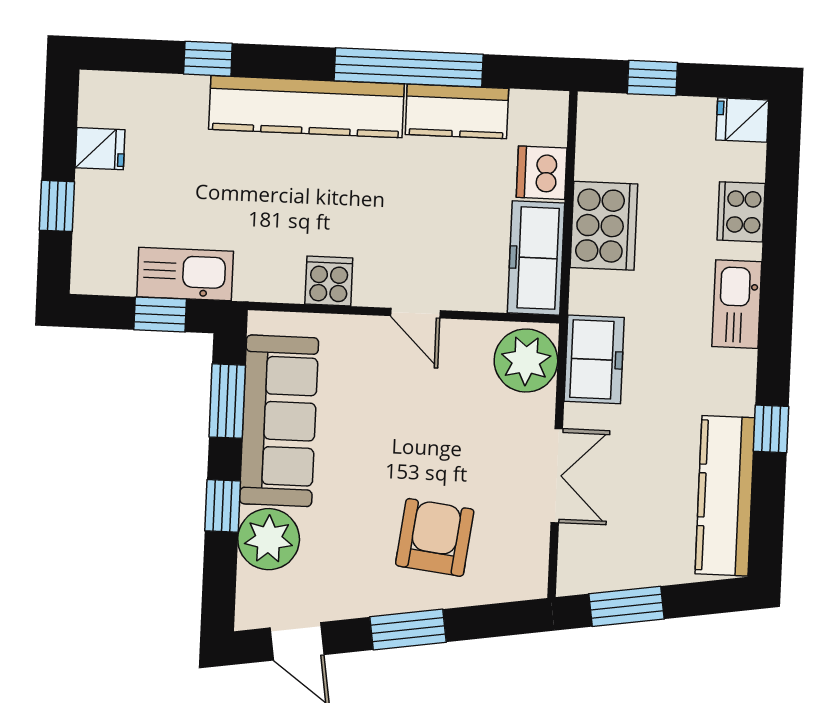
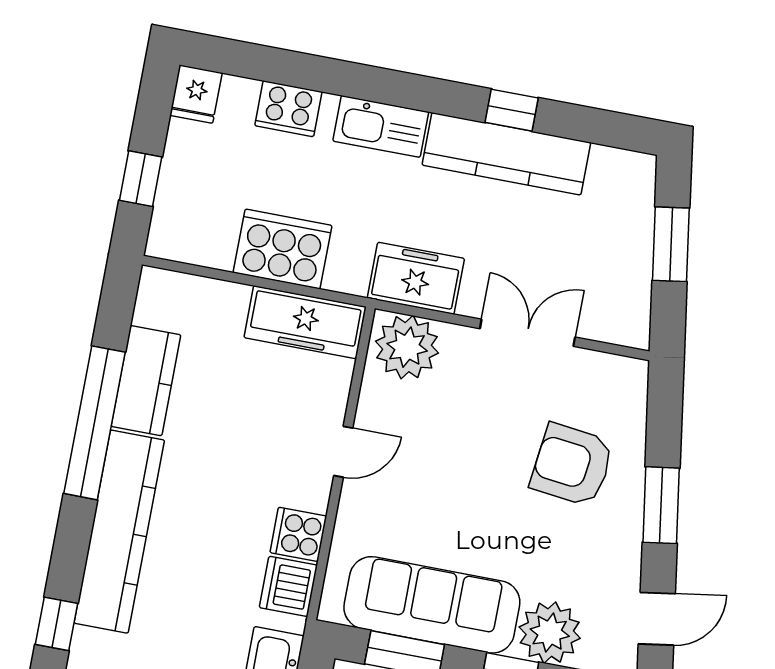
dishwasher: (542, 173) -> (288, 586), moved, turned 90
kitchen counter: (725, 496) -> (506, 154), moved
window: (626, 606) -> (671, 244), moved

